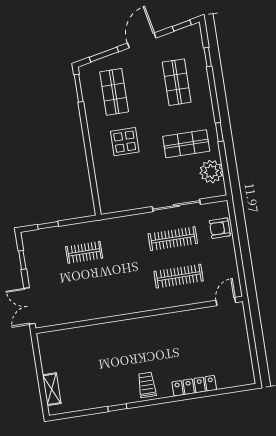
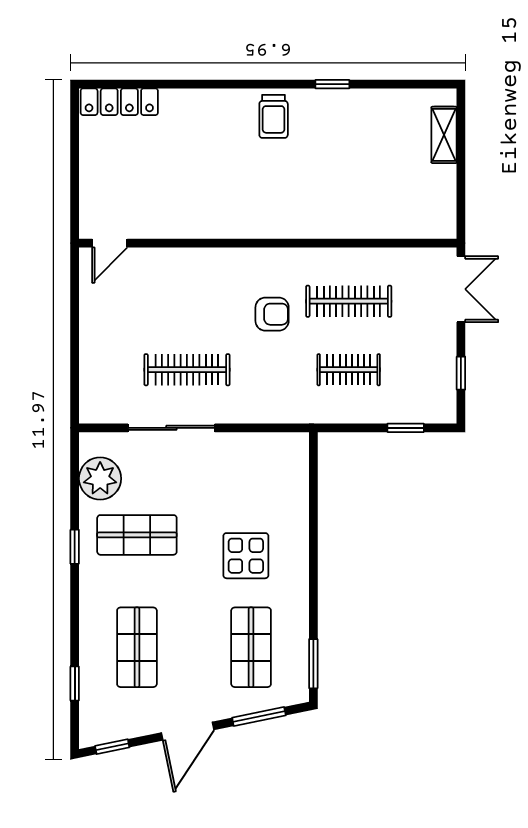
armchair: (220, 228) -> (272, 314), moved
clothes rail: (179, 276) -> (349, 301), moved
locker: (194, 386) -> (119, 102), moved

